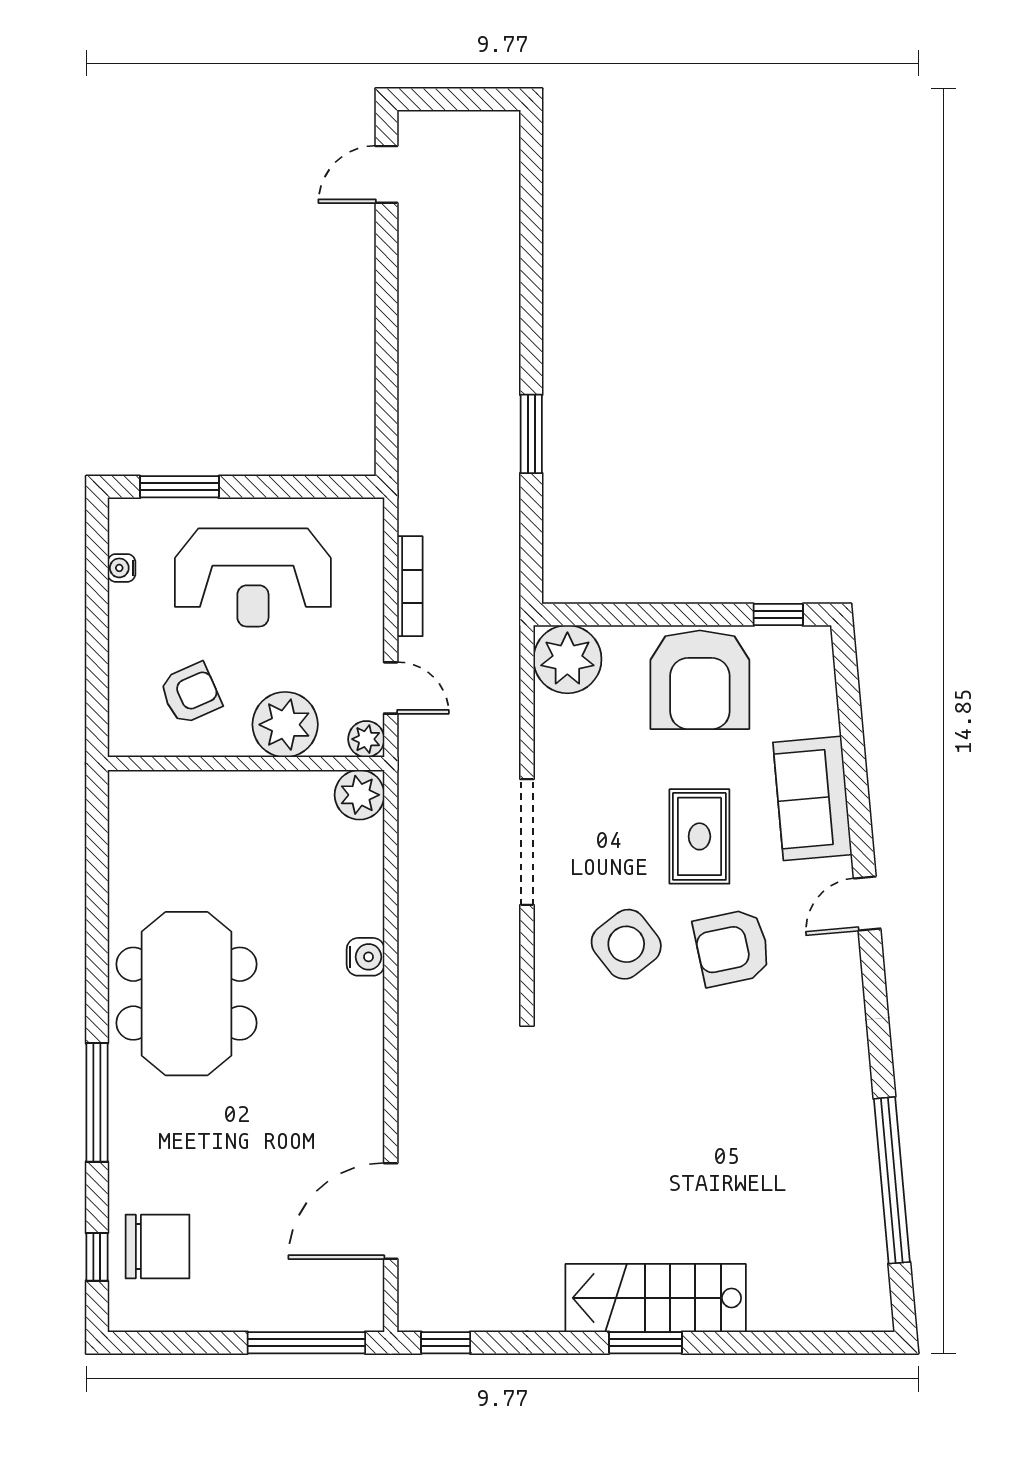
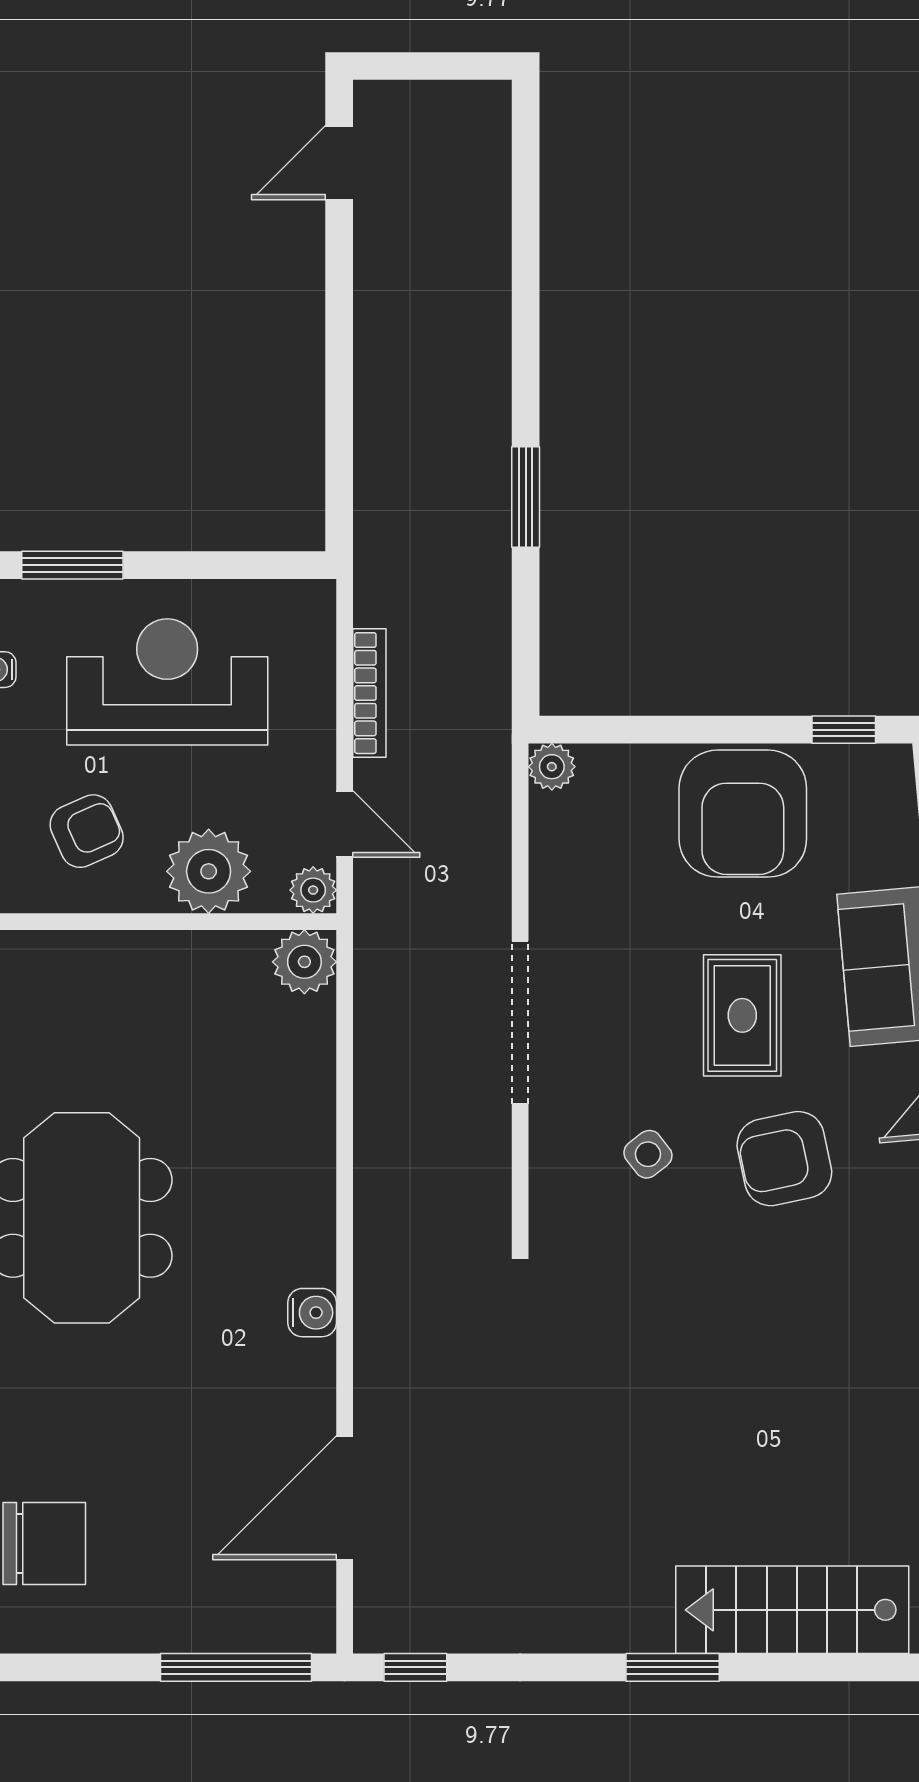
reception desk: (253, 578) -> (167, 682), turned 180
plant: (567, 659) -> (552, 767), width x0.53, depth x0.53
side table: (626, 944) -> (648, 1154), width x0.54, depth x0.54
water cooler: (365, 957) -> (312, 1313), moved
stairs: (656, 1298) -> (792, 1610), moved

